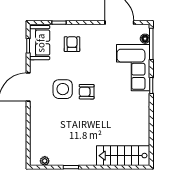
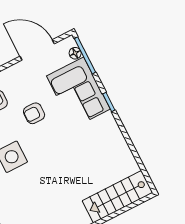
armchair: (87, 92) -> (34, 113), moved

